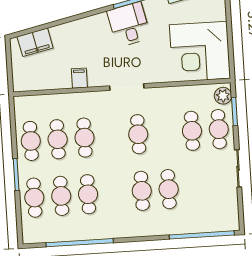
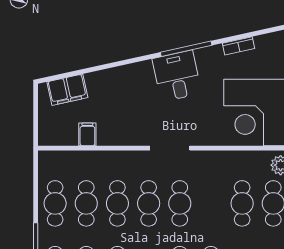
filing cabinet: (79, 78) -> (87, 134), moved
cafe table: (111, 136) -> (149, 203), added

